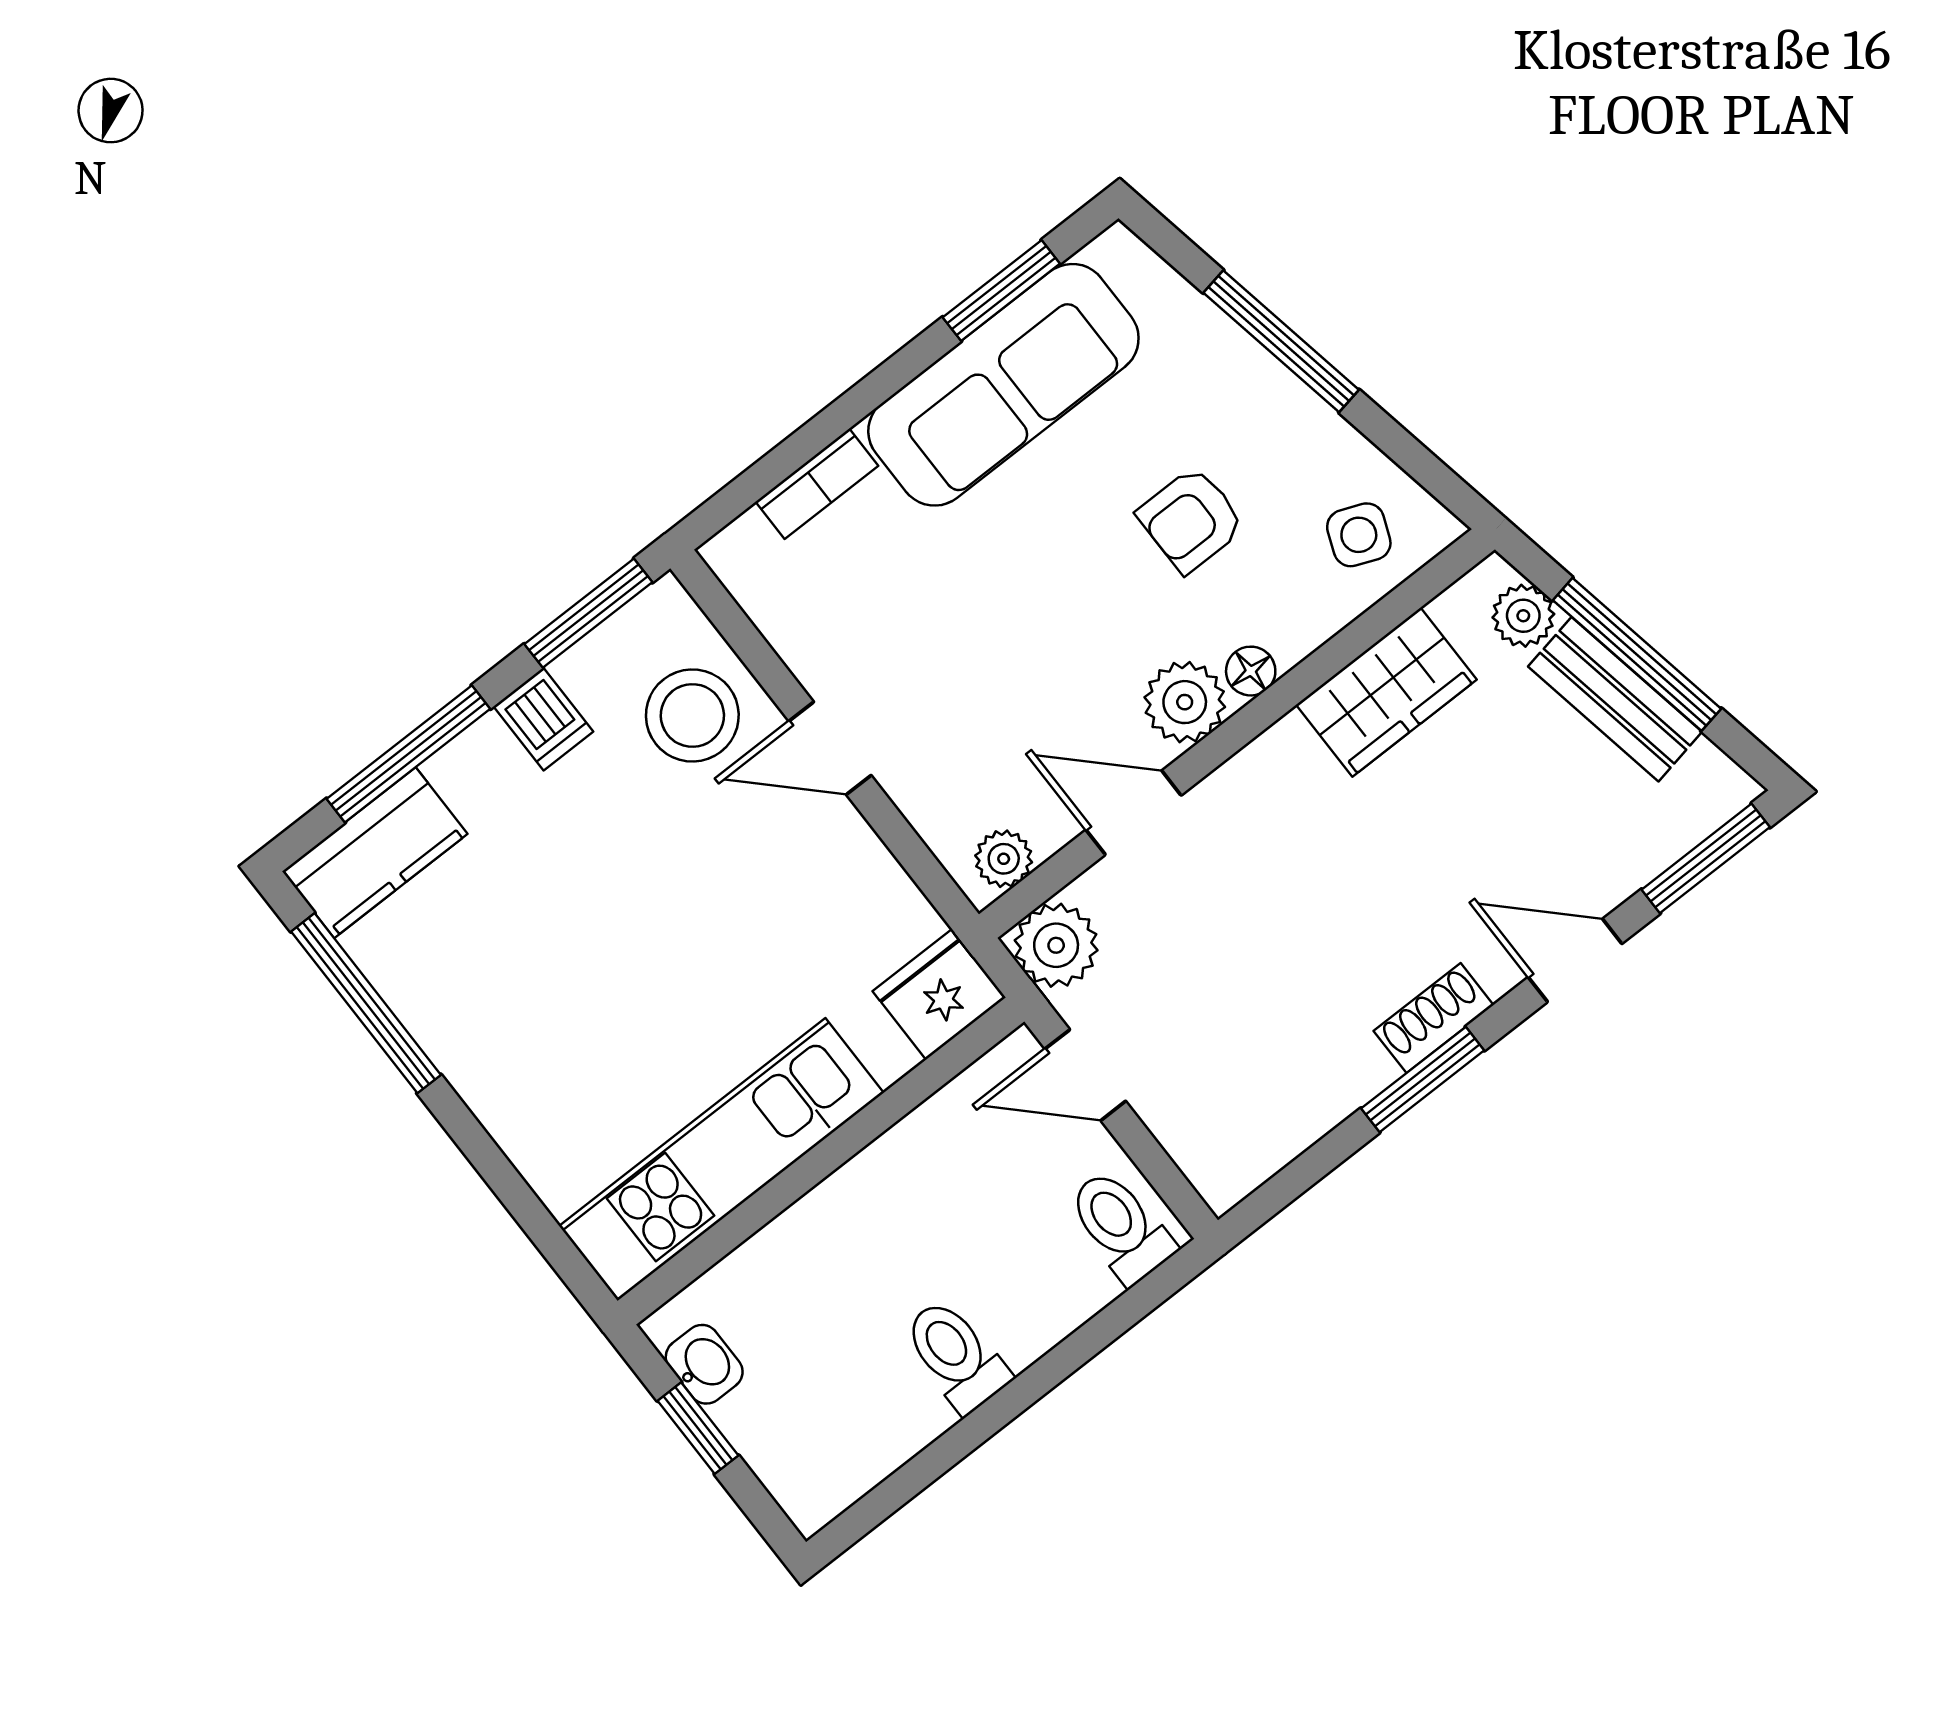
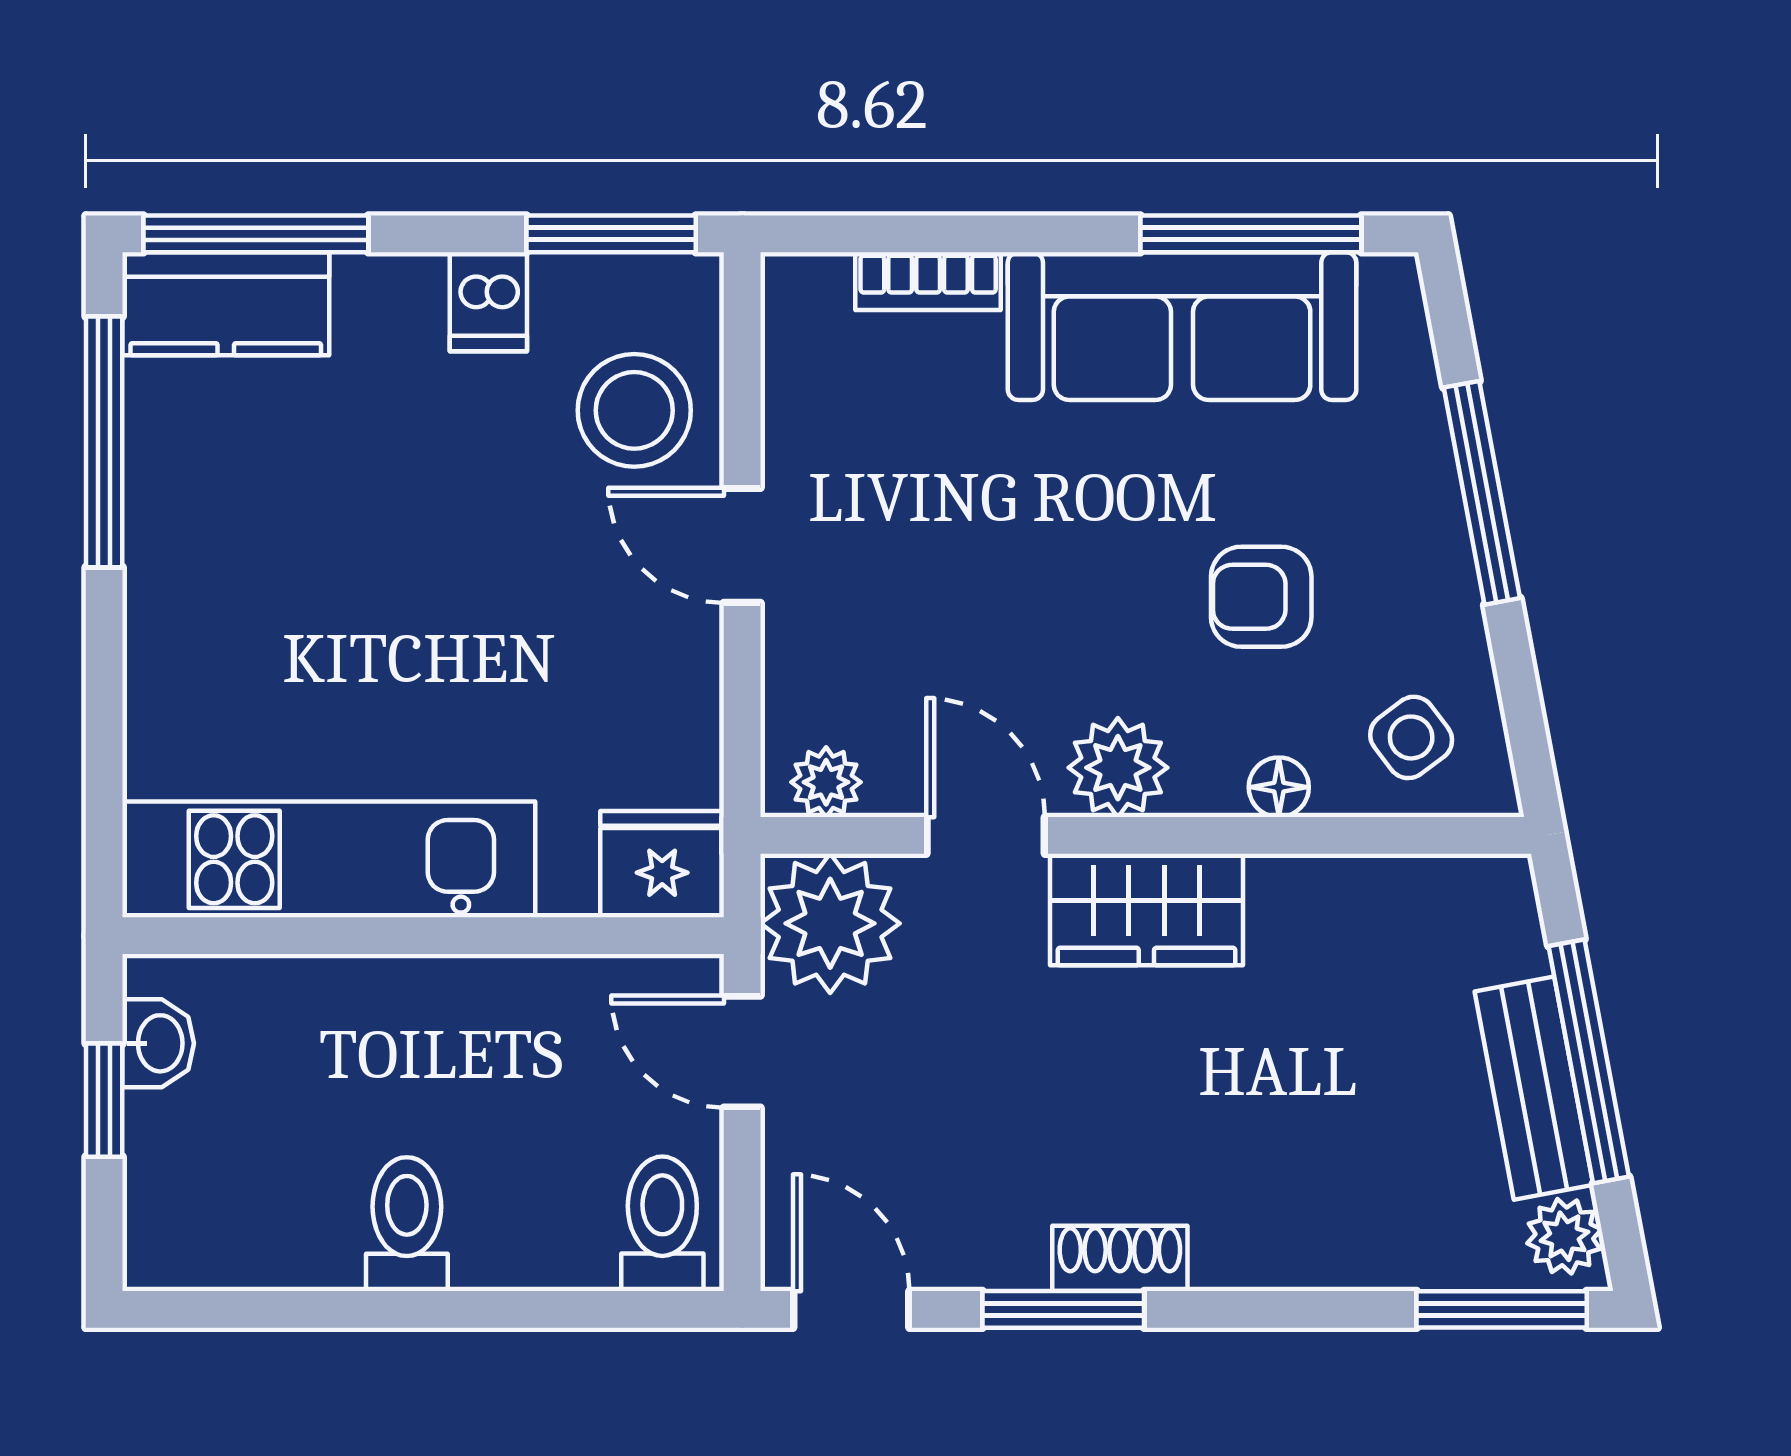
window: (1001, 291) -> (1251, 234), width x1.44
side table: (1359, 535) -> (1411, 737), turned 31
plant: (1523, 616) -> (1564, 1236), moved
floor lamp: (1251, 671) -> (1279, 787), moved
wardrobe: (1386, 692) -> (1146, 910), moved
window: (408, 754) -> (256, 234), moved
plant: (1056, 945) -> (830, 923), width x1.36, depth x1.36
door: (1575, 960) -> (851, 1309), moved

